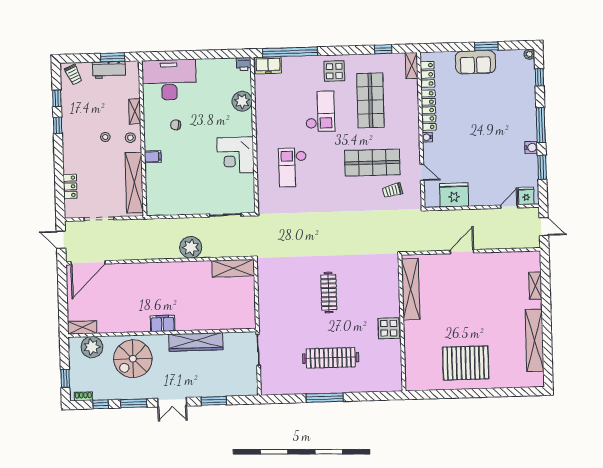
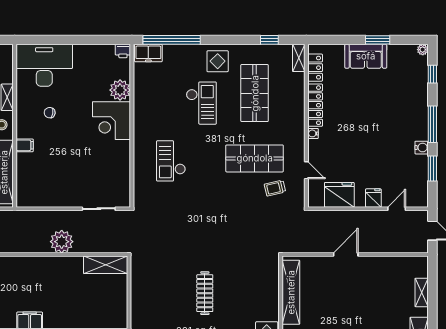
corner desk: (236, 155) -> (112, 121), moved
fridge: (526, 196) -> (373, 198), moved

